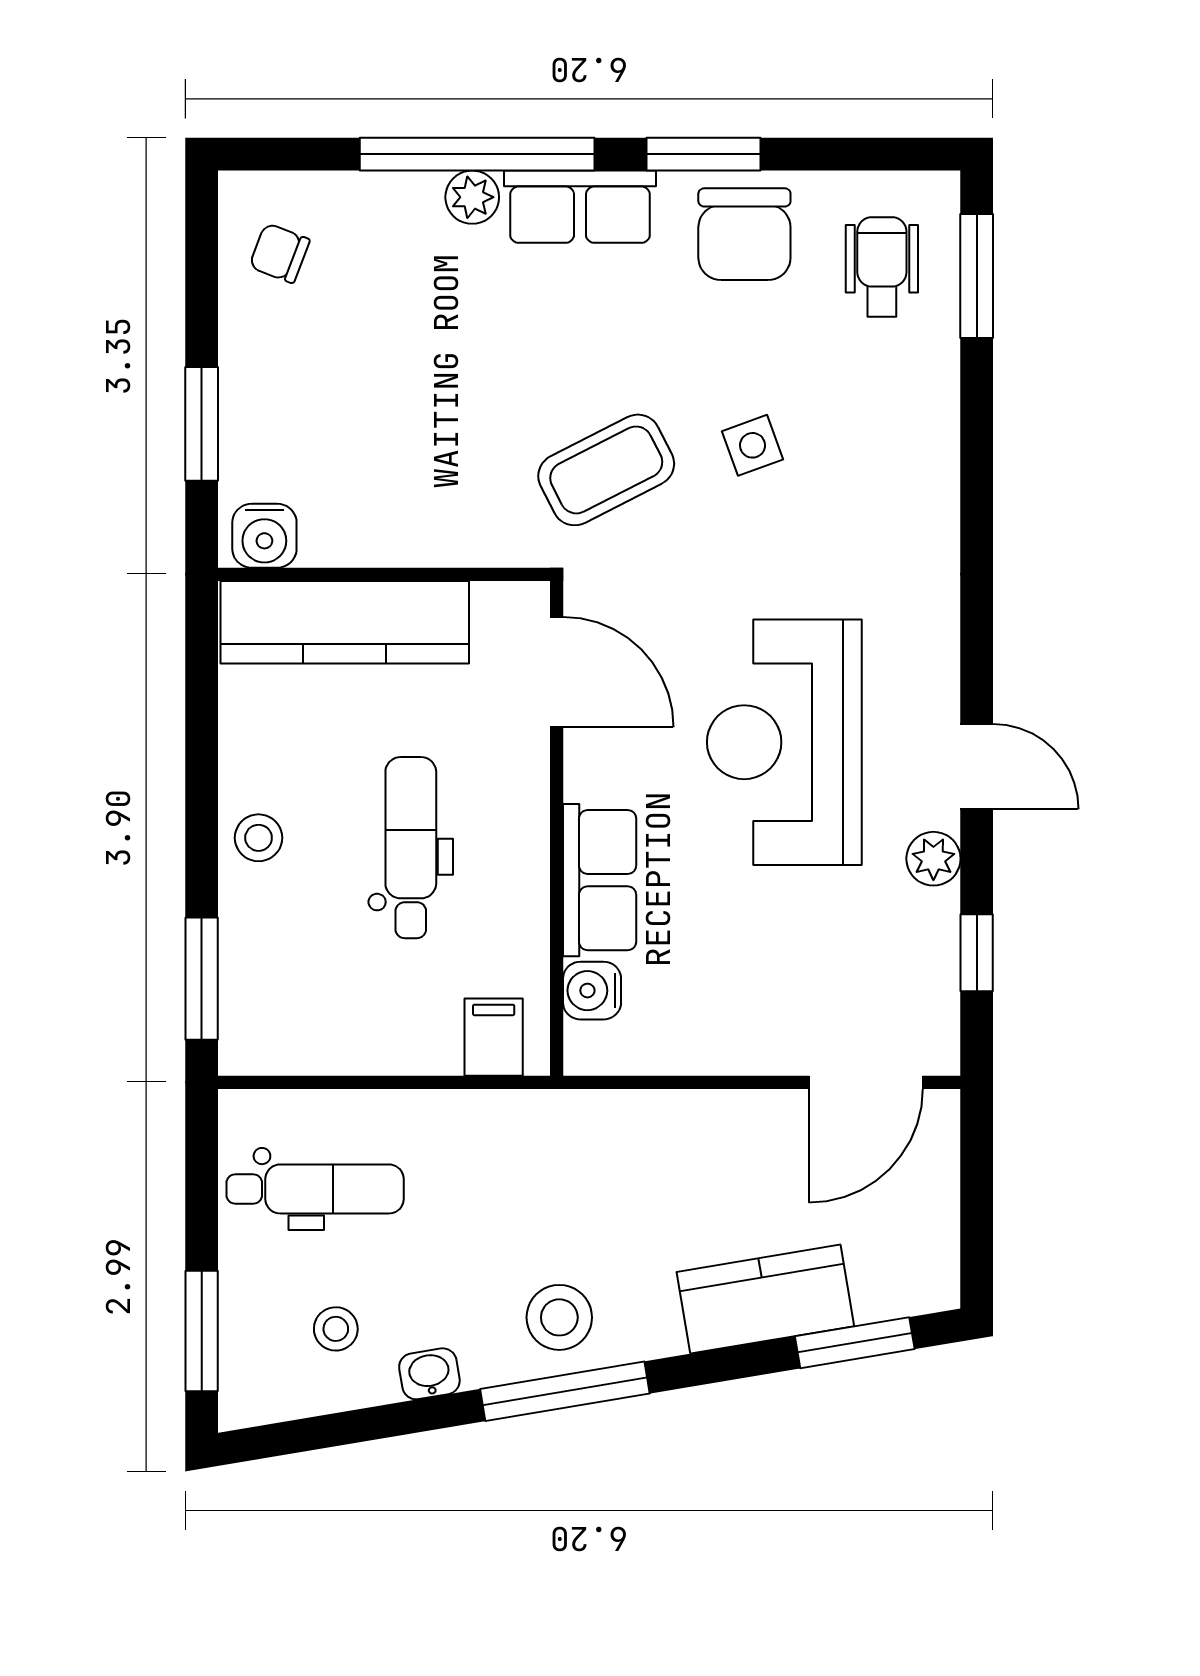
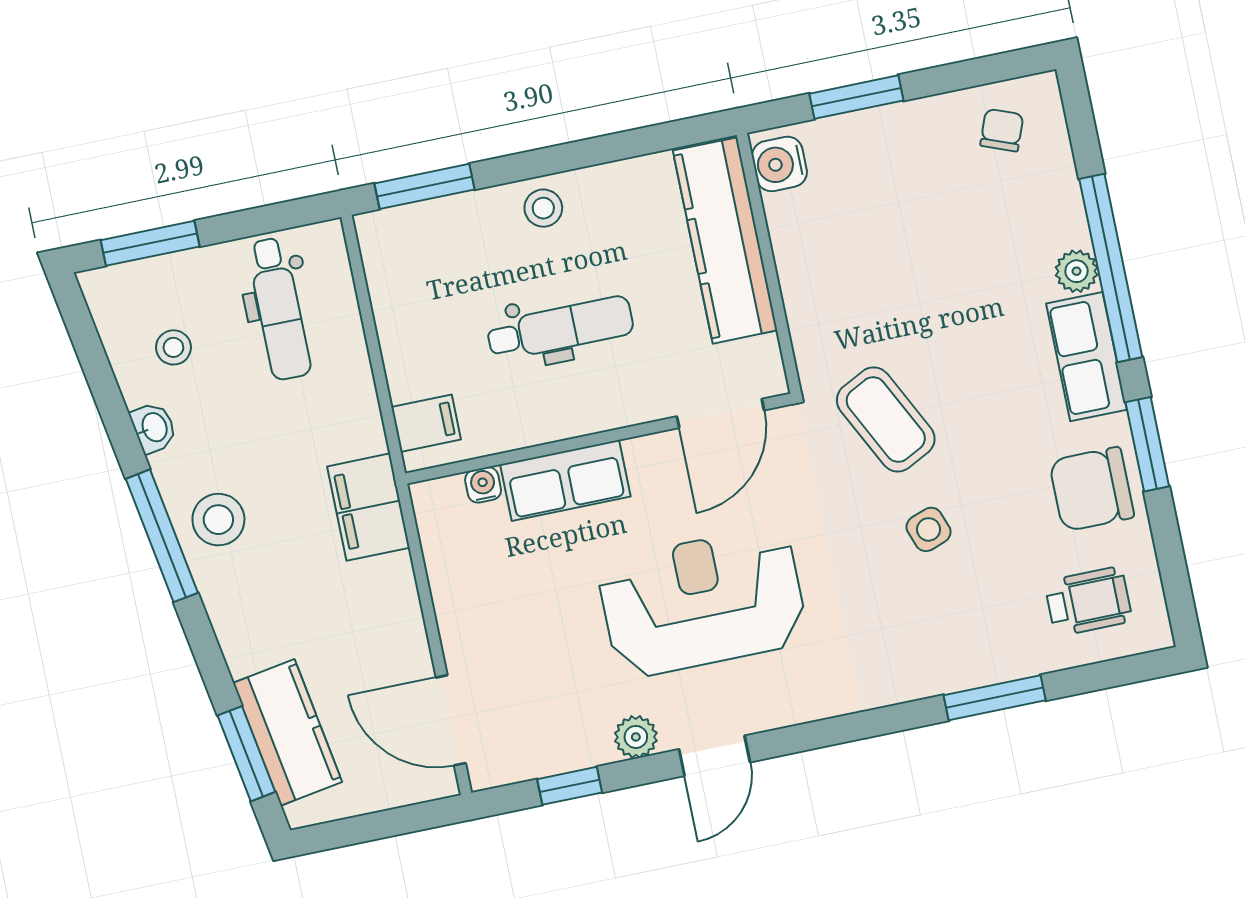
window: (977, 276) -> (995, 698), moved
water cooler: (592, 991) -> (483, 485), width x0.72, depth x0.72
filing cabinet: (582, 1129) -> (368, 507), added
kitchen counter: (765, 1299) -> (287, 732), moved

